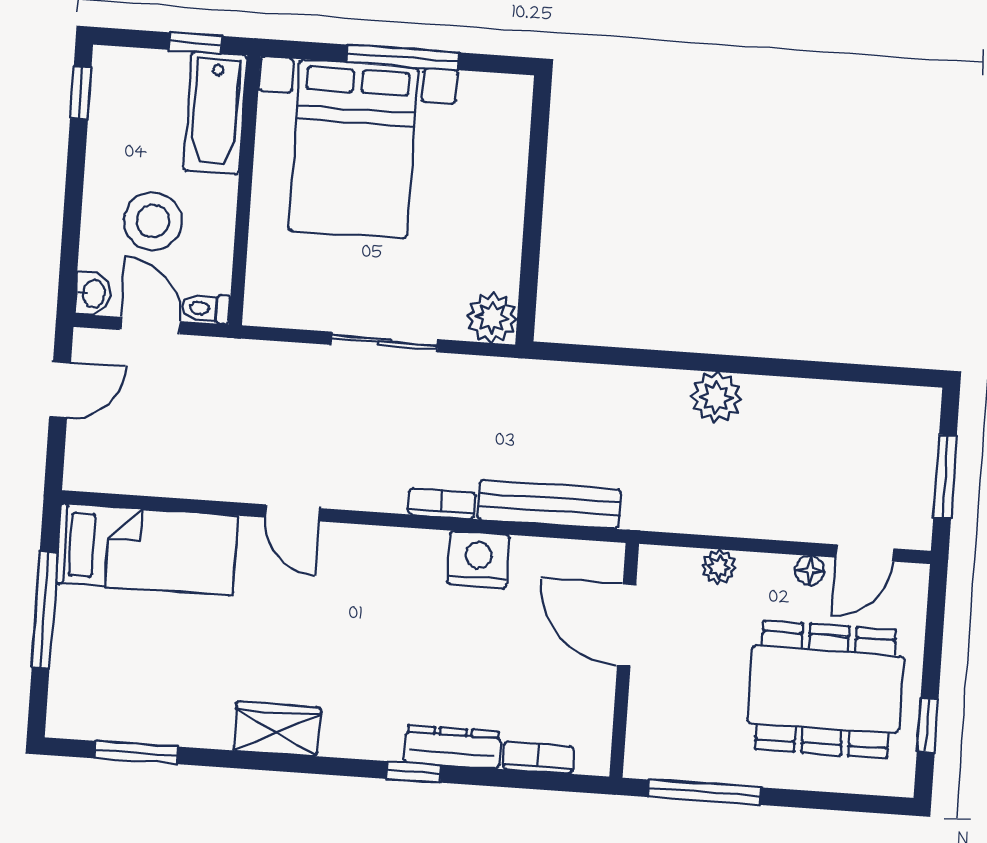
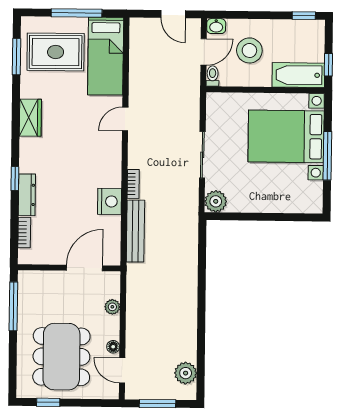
plant: (716, 397) -> (186, 373), moved
rug: (131, 663) -> (56, 52), added

